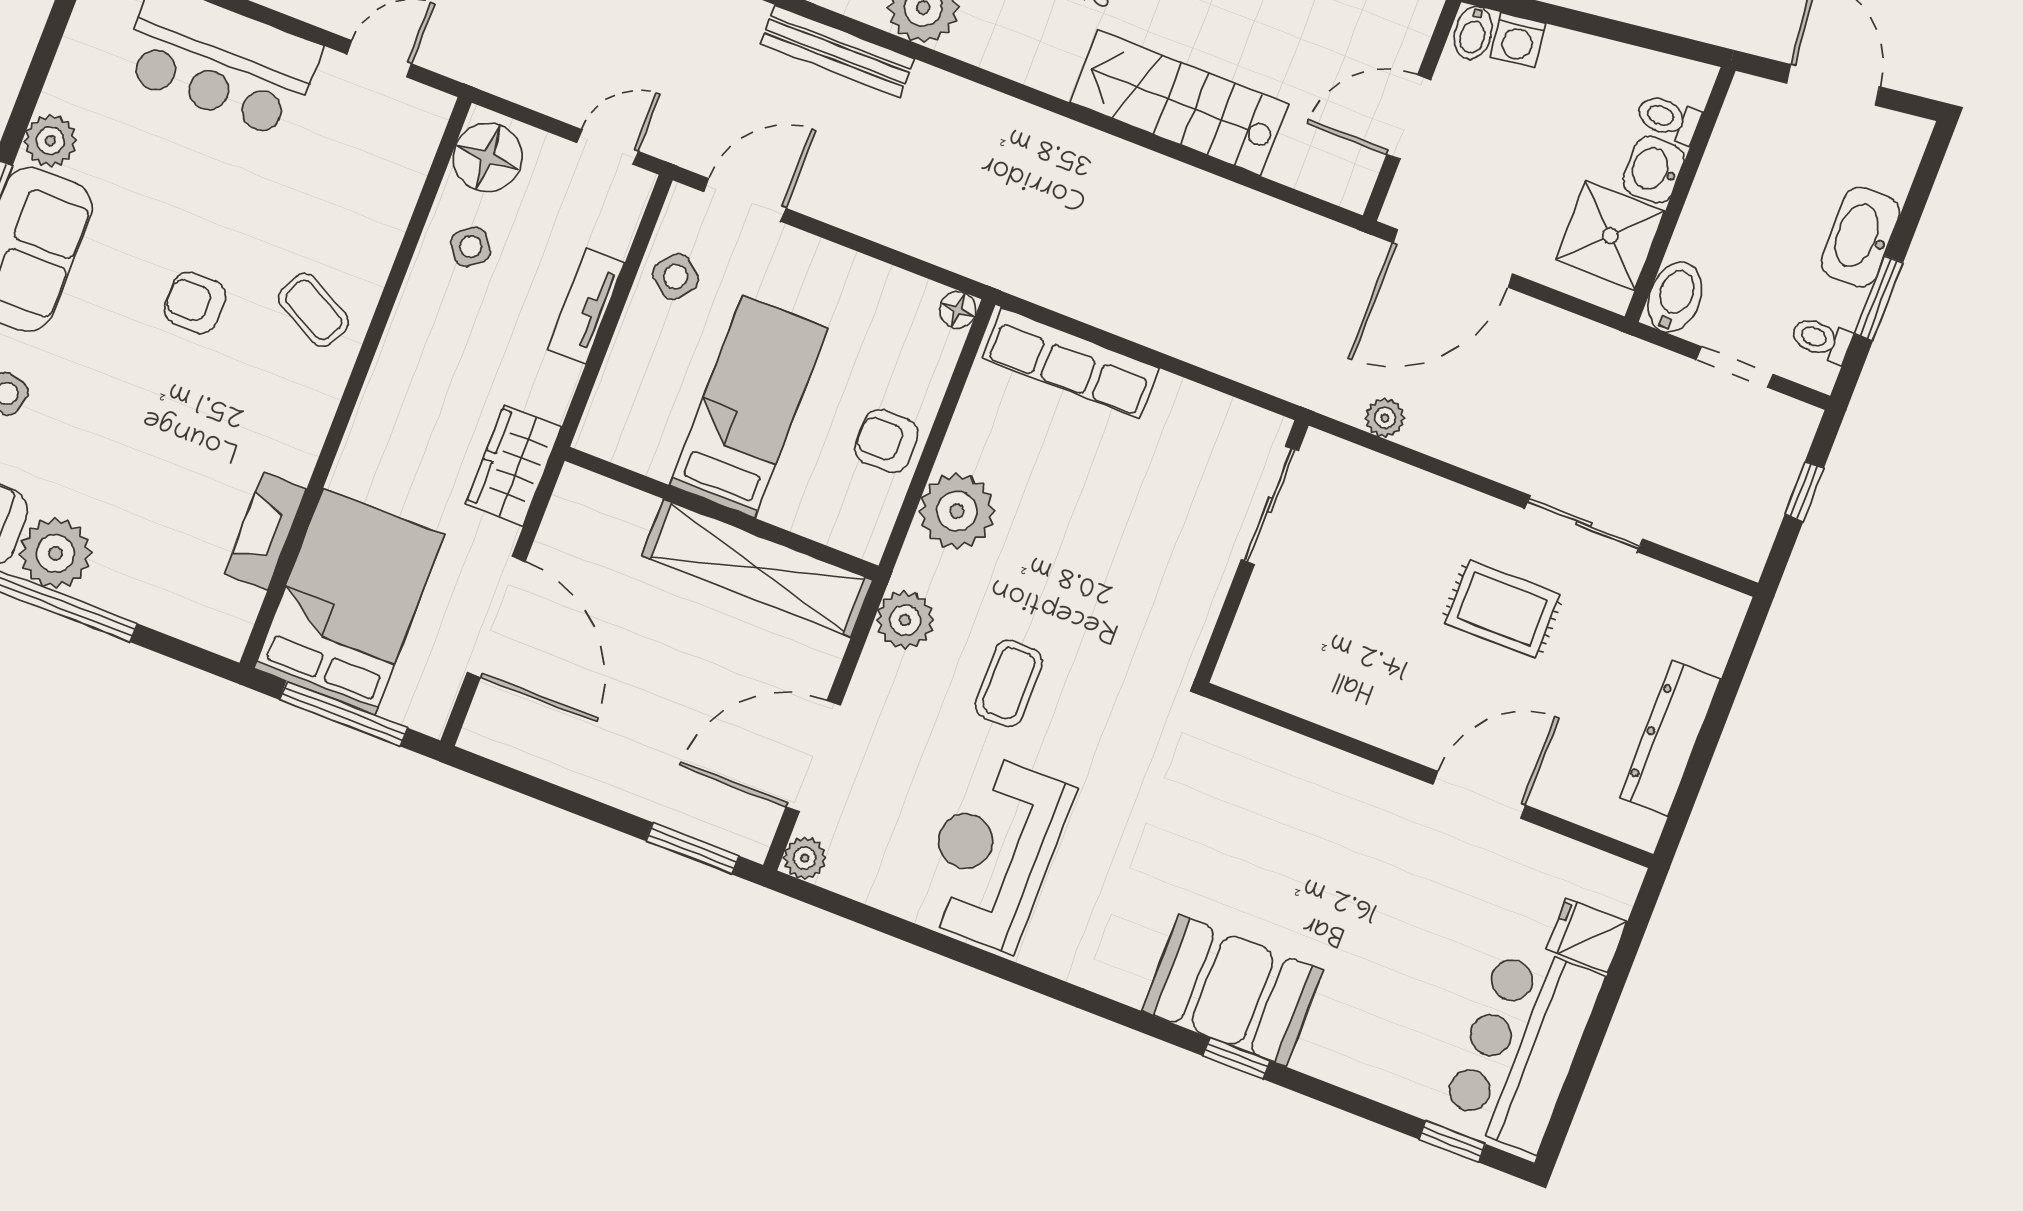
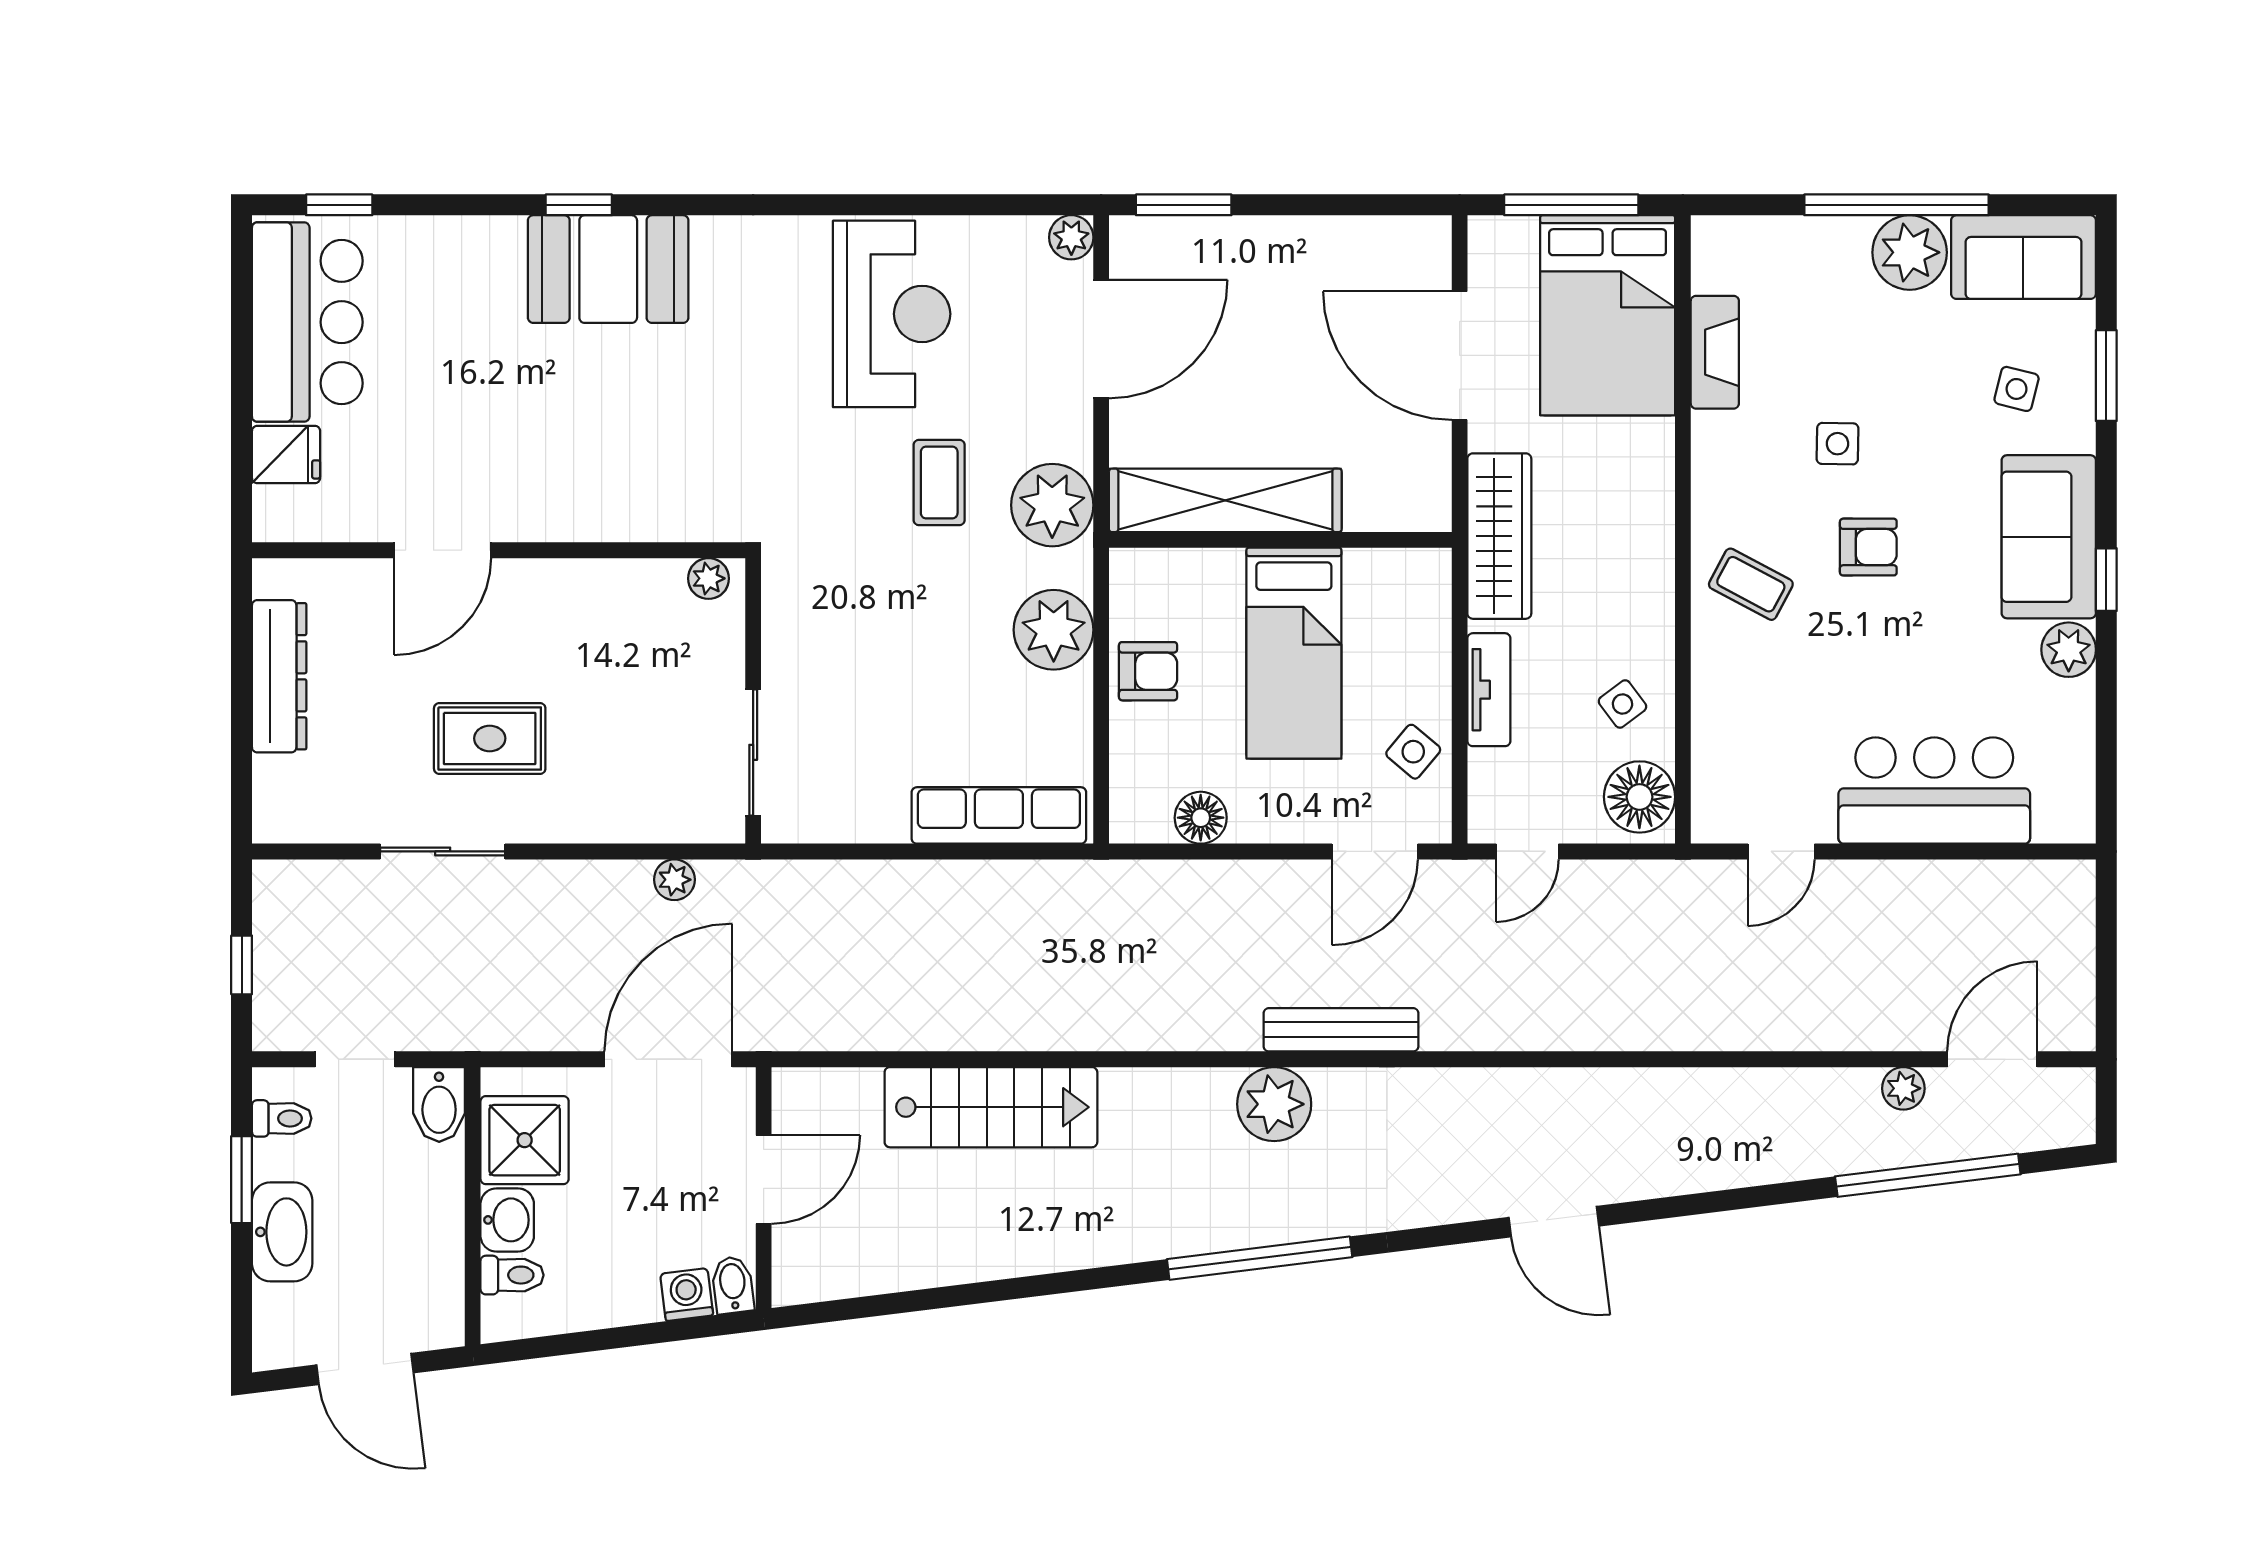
floor lamp: (958, 310) -> (1201, 818), moved, width x1.37, depth x1.37
side table: (187, 406) -> (1838, 444), added
wardrobe: (514, 465) -> (1499, 536), width x1.50
plant: (905, 620) -> (1052, 505), width x1.36, depth x1.36
plant: (1250, 677) -> (708, 578), added

